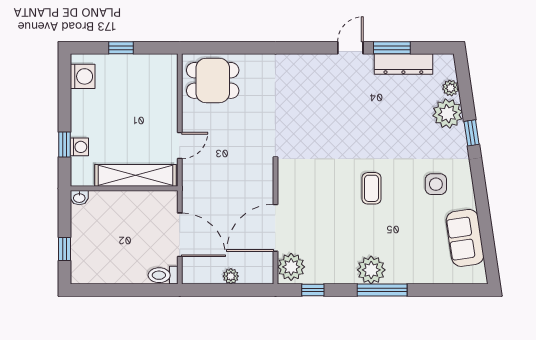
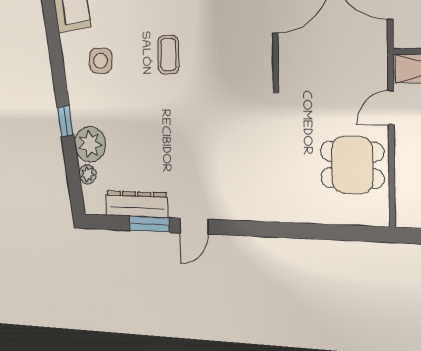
dining table: (213, 80) -> (352, 165), moved

